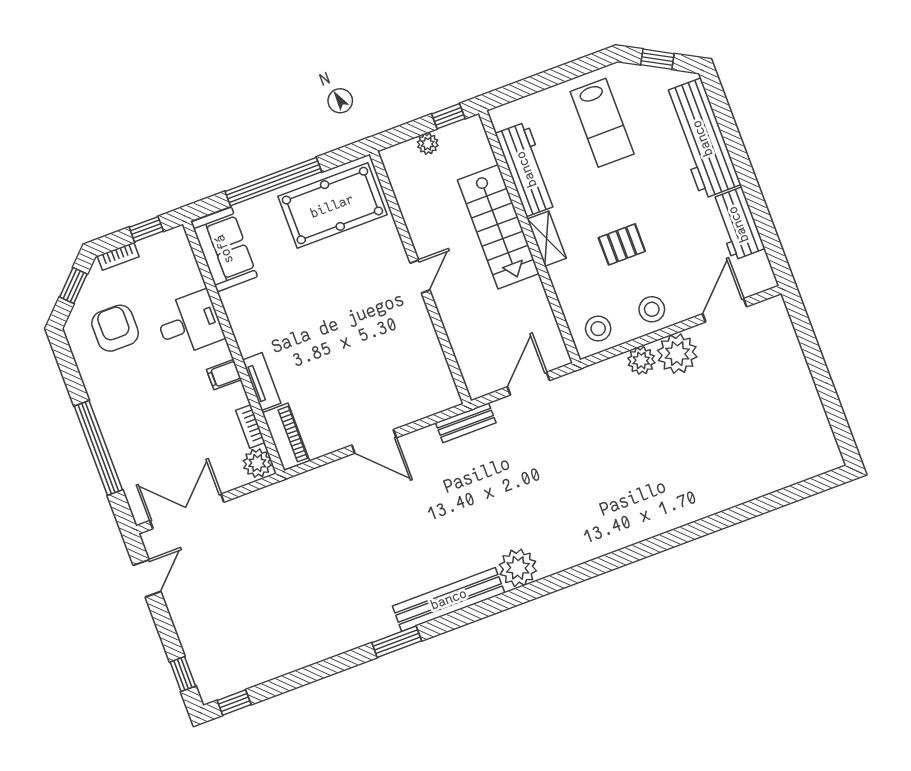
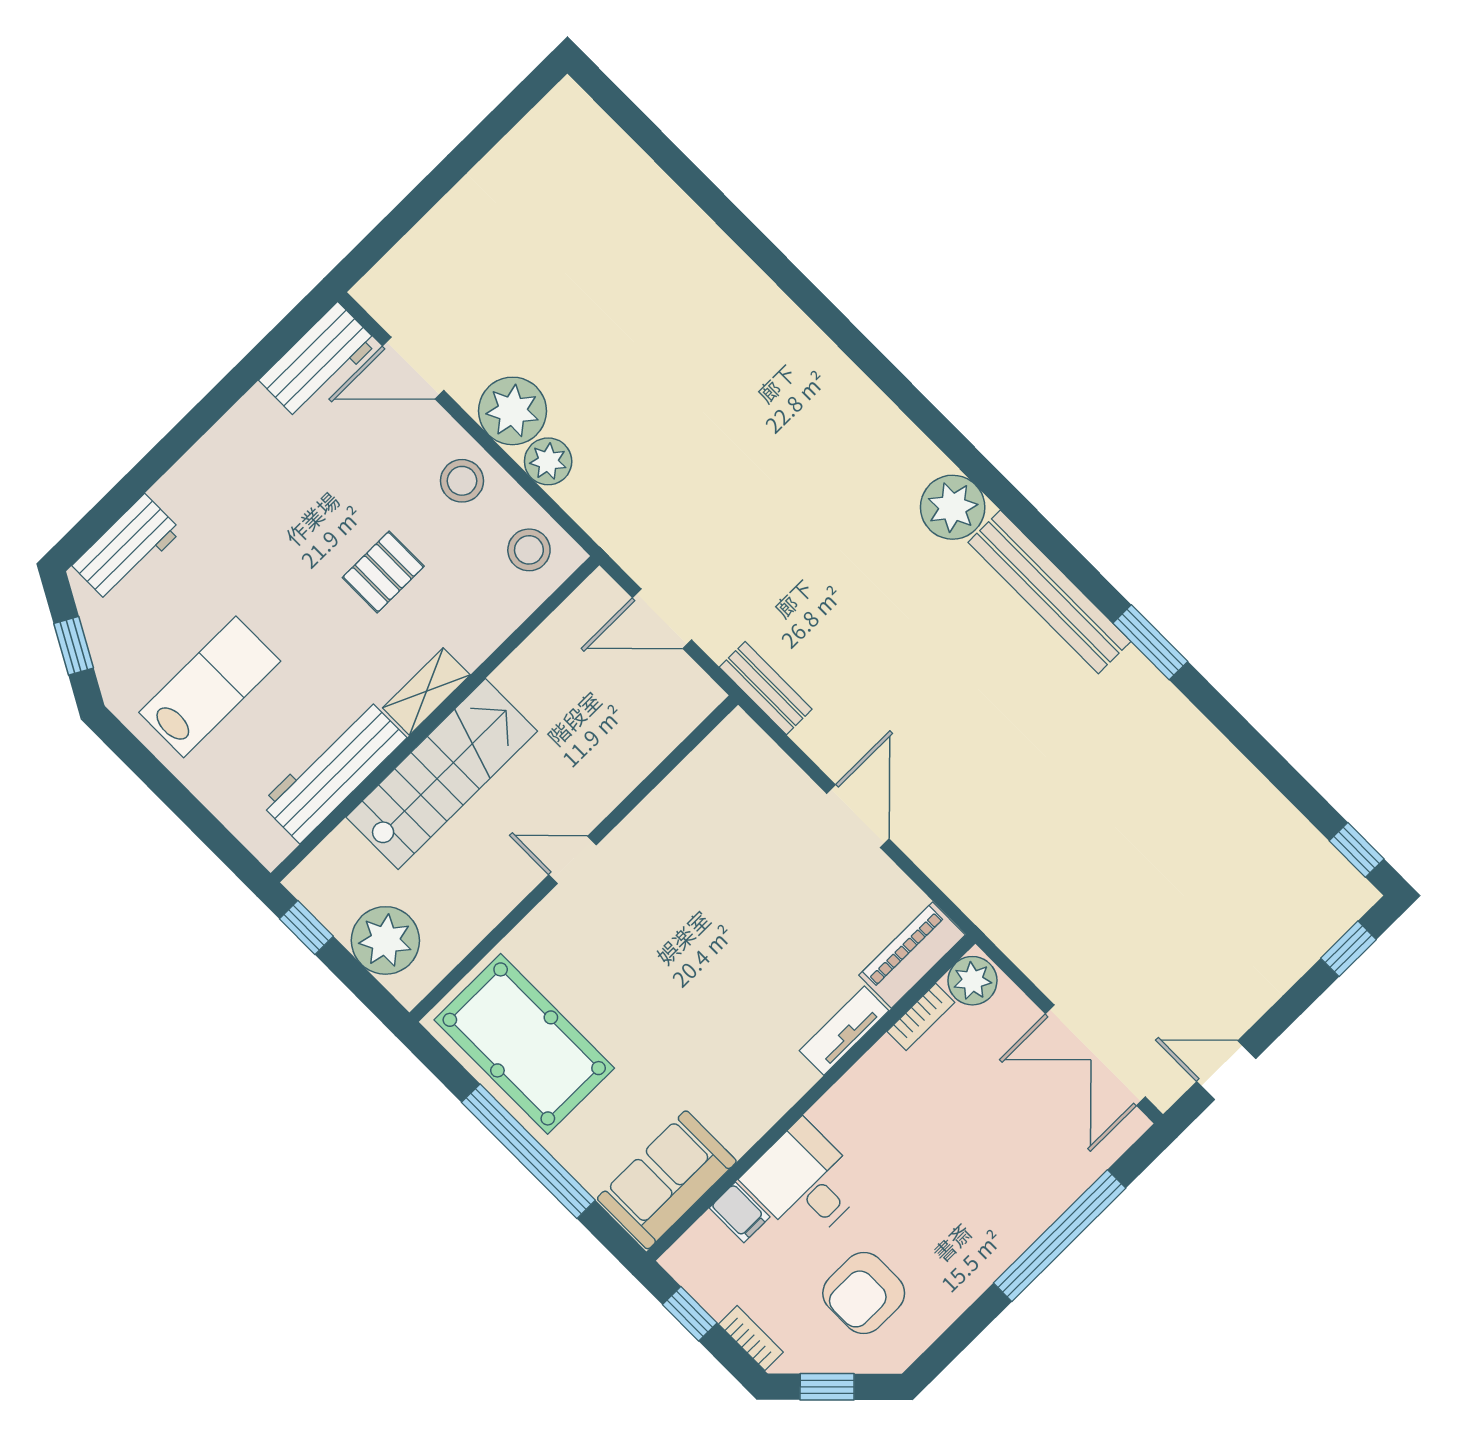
workbench: (702, 138) -> (127, 548), width x0.53, depth x0.76
plant: (428, 144) -> (385, 940), width x1.87, depth x1.87
workbench: (738, 224) -> (318, 361), moved
pallet: (622, 244) -> (383, 572), turned 90
filing cabinet: (224, 375) -> (740, 1212), moved

